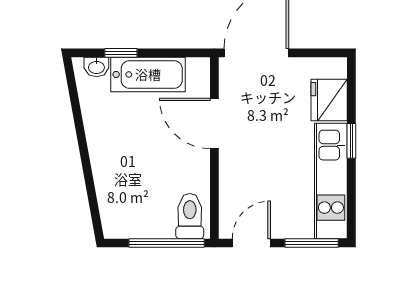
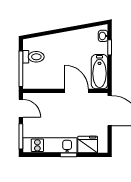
bathtub: (148, 74) -> (99, 72), moved
door: (214, 123) -> (77, 91), hinge flipped
toilet: (190, 216) -> (33, 57), moved

